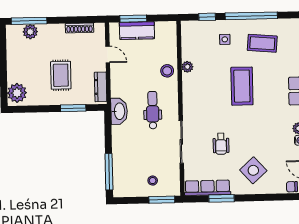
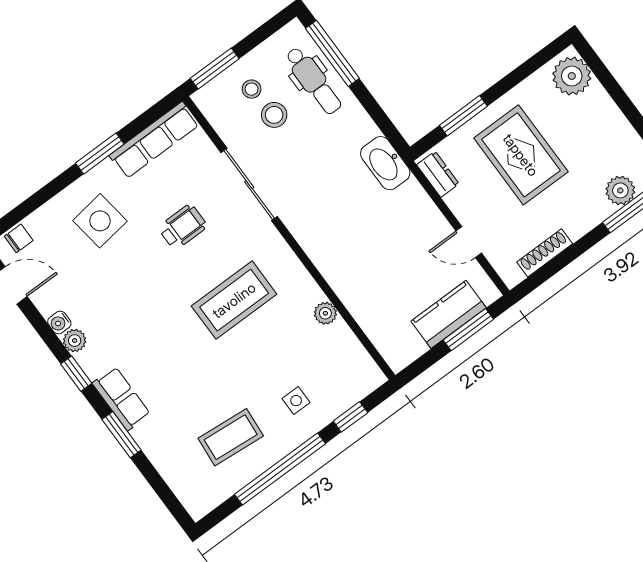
stool: (167, 71) -> (274, 115), moved
rug: (61, 75) -> (521, 155), width x1.36, depth x1.43
coffee table: (242, 86) -> (234, 300), moved, turned 90
dresser: (101, 87) -> (438, 174), width x0.70
dental chair: (153, 110) -> (313, 81), moved
wheelchair: (221, 144) -> (183, 227), turned 90
side table: (253, 170) -> (100, 221), turned 34
window: (221, 198) -> (100, 154), moved

